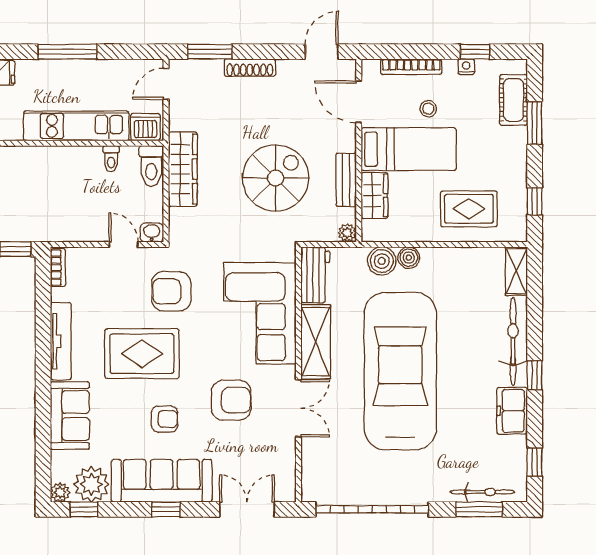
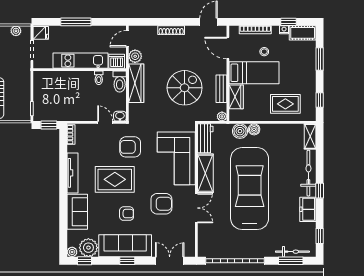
window: (210, 52) -> (150, 22), removed
cot: (513, 100) -> (303, 33), moved, turned 90
plant: (181, 117) -> (135, 56), added

